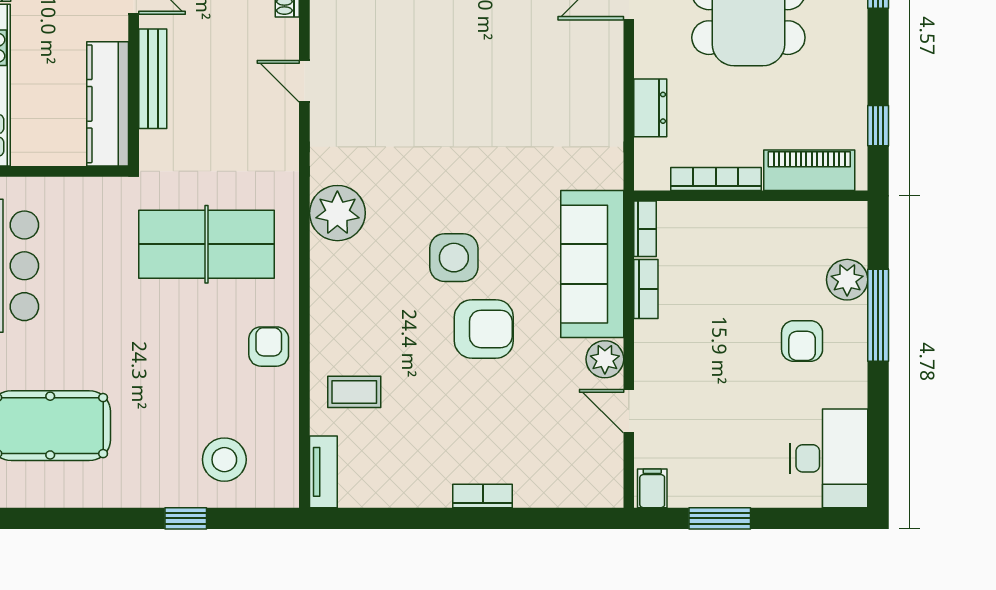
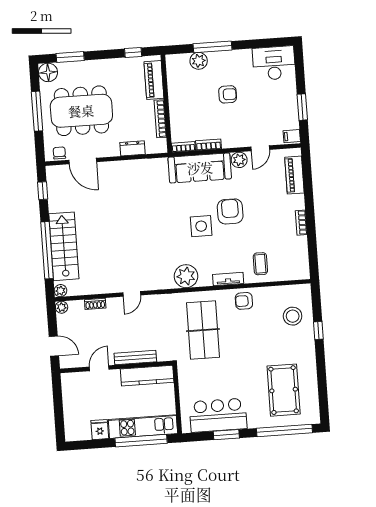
armchair: (802, 341) -> (228, 94), moved
tv unit: (323, 472) -> (228, 279), moved
piano: (559, 488) -> (294, 175), added
bookcase: (483, 496) -> (301, 223), moved

